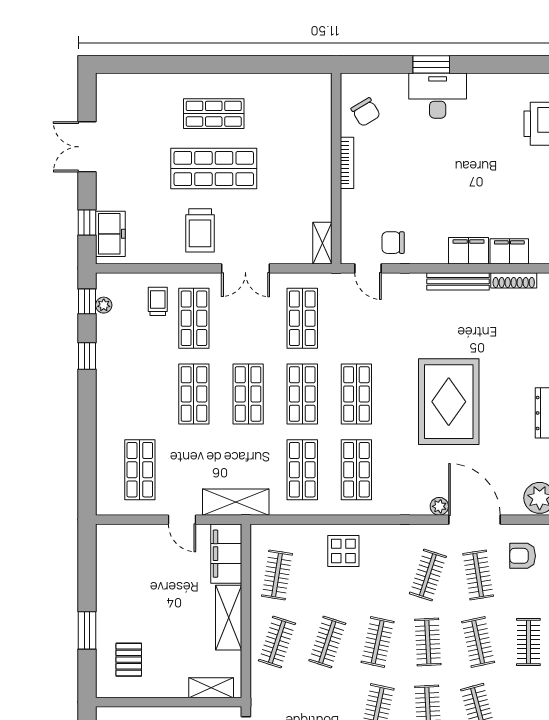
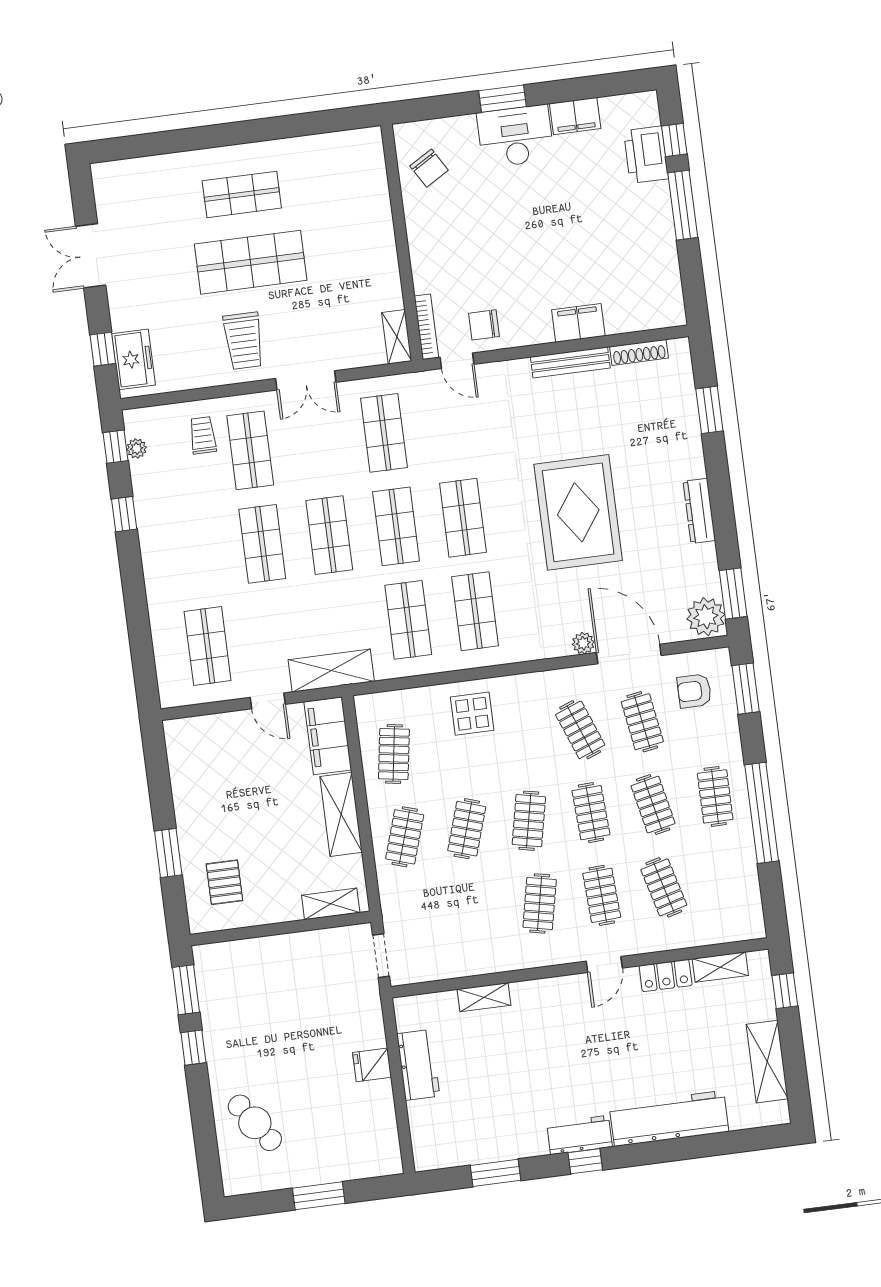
bookcase: (347, 163) -> (426, 327), moved
filing cabinet: (509, 251) -> (575, 116), moved, turned 180
clothes rail: (428, 575) -> (580, 730), turned -39

